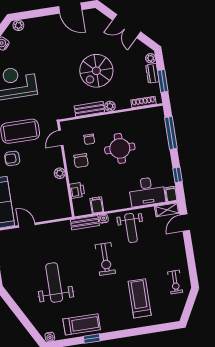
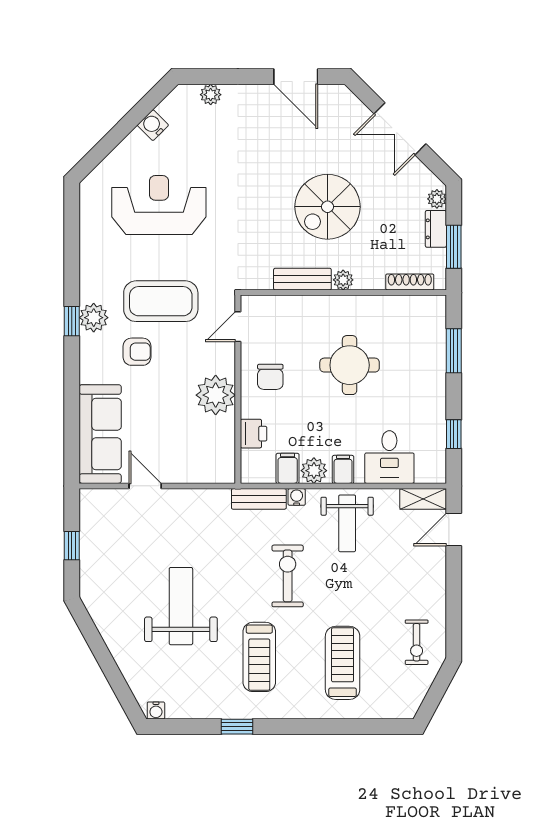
plant: (18, 25) -> (211, 95), moved
window: (171, 133) -> (454, 351), width x0.69
chair: (89, 139) -> (293, 338), removed
armchair: (12, 158) -> (137, 352), turned 180
plant: (60, 173) -> (216, 395), width x1.87, depth x1.87
desk: (147, 191) -> (389, 457), width x0.73
filing cabinet: (171, 194) -> (343, 469), moved
plant: (110, 204) -> (314, 471), added
exercise bike: (105, 259) -> (288, 576), turned 180
treadmill: (82, 324) -> (259, 657), moved, turned 90

